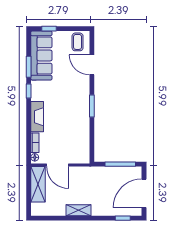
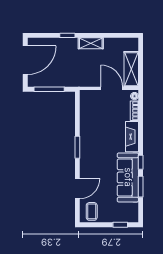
sofa: (41, 56) -> (128, 177), moved
door: (92, 65) -> (77, 189), hinge flipped
window: (123, 218) -> (67, 35), moved

